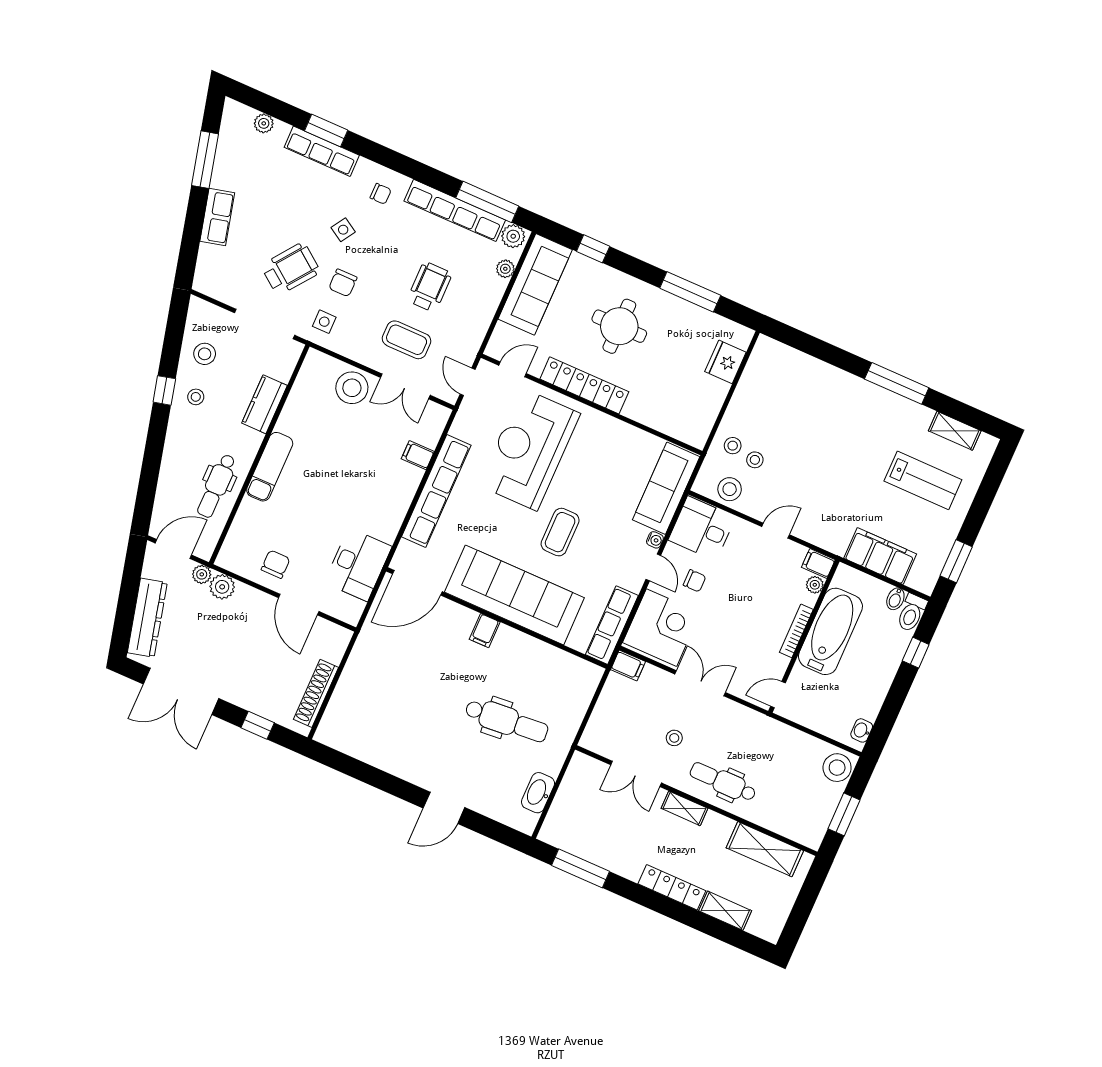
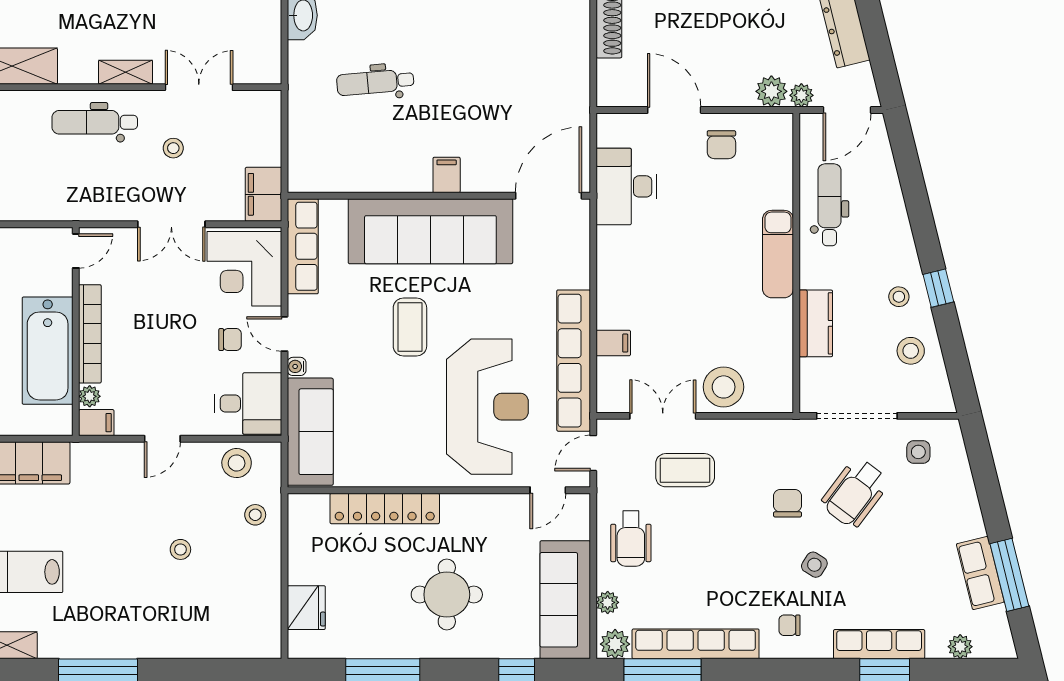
row of seats: (217, 217) -> (980, 573), moved
wheelchair: (430, 287) -> (631, 539), moved
side table: (324, 322) -> (918, 452), moved
door: (468, 382) -> (593, 453), swing flipped
locker: (584, 385) -> (385, 508), moved
stool: (755, 460) -> (180, 549), moved
row of seats: (436, 491) -> (574, 361), moved
chair: (695, 581) -> (230, 340), turned 180
bookcase: (796, 631) -> (90, 334), width x1.48, depth x1.31
filing cabinet: (628, 666) -> (264, 194), width x2.00
dental chair: (507, 721) -> (375, 82), width x0.73, depth x0.72
dental chair: (723, 782) -> (95, 122), turned 180

